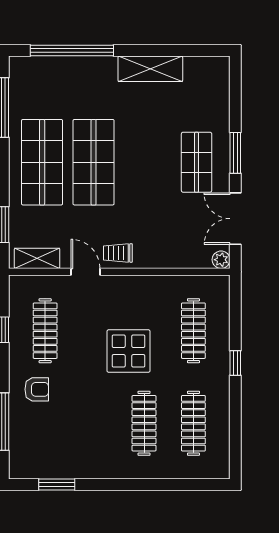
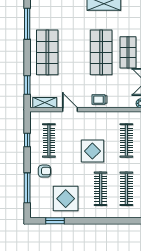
shop shelf: (94, 162) -> (101, 52), moved
trolley: (118, 253) -> (99, 100), moved
display table: (77, 442) -> (66, 199), added

